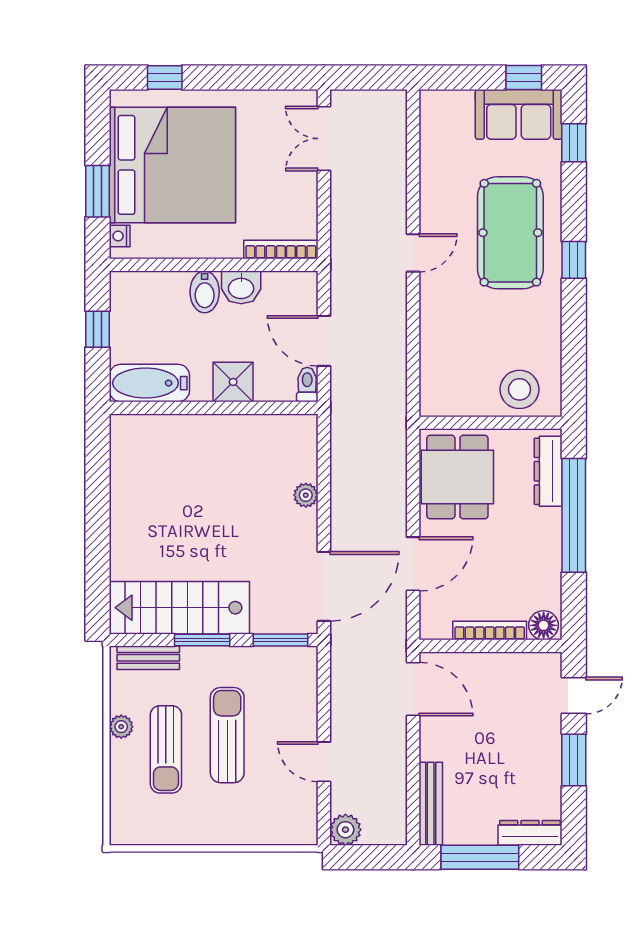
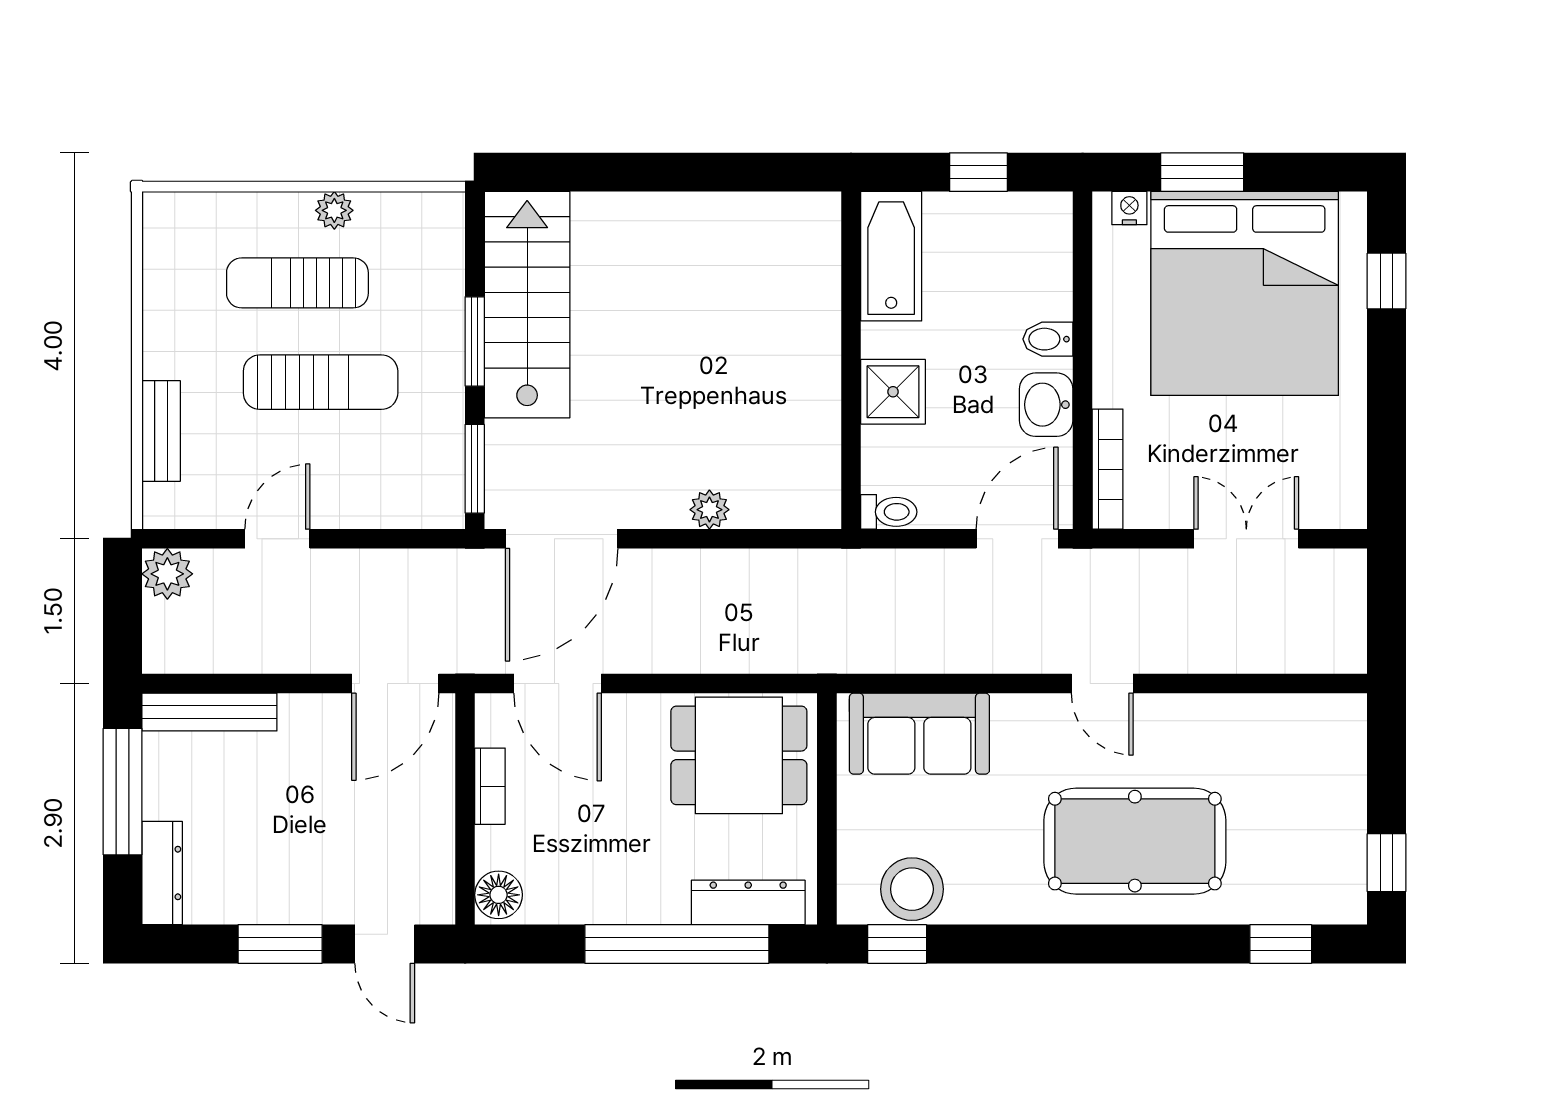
sofa: (519, 114) -> (919, 734), moved, turned -90
double door: (324, 139) -> (1246, 539), moved
window: (574, 260) -> (897, 944), moved
bidet: (205, 292) -> (1048, 339), width x0.72, depth x0.74
door: (324, 341) -> (1017, 539), moved
stool: (520, 389) -> (912, 889), moved
door: (413, 564) -> (558, 684), moved
door: (324, 586) -> (562, 539), hinge flipped
bookcase: (490, 631) -> (490, 786), width x0.64
bench: (148, 658) -> (161, 431), moved

